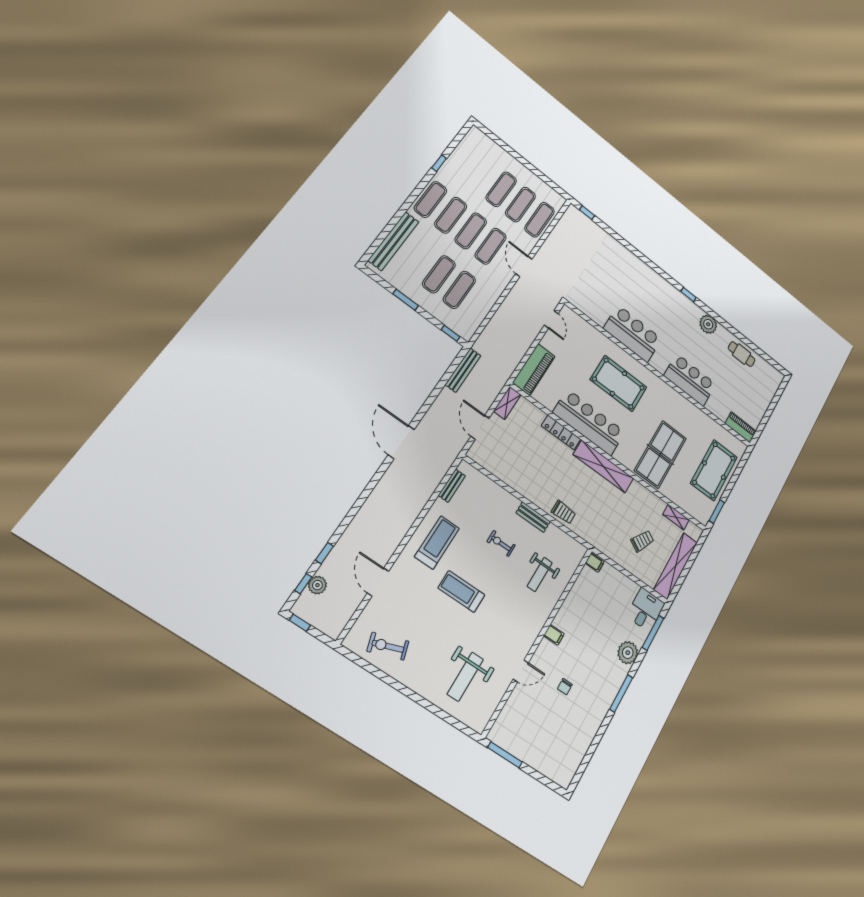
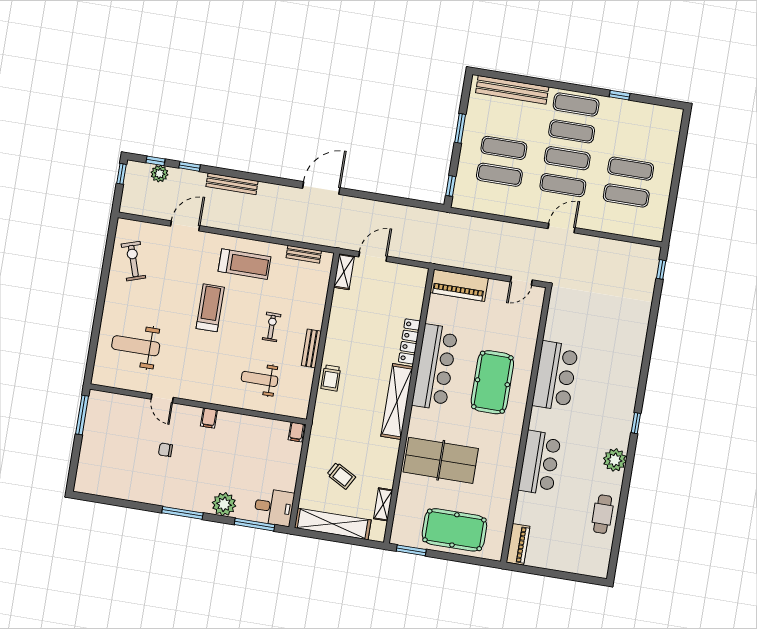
exercise mat: (540, 220) -> (622, 222), removed
bench: (463, 370) -> (232, 184), moved
shelving: (507, 403) -> (344, 272), moved, turned 90

